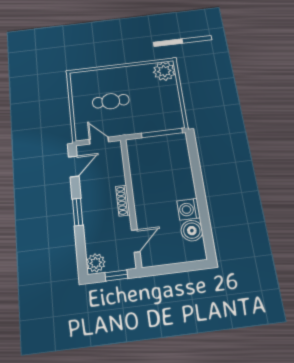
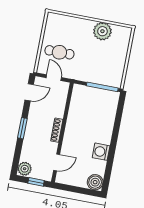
plant: (164, 71) -> (102, 31), moved
cafe table: (111, 101) -> (59, 52), moved
boiler: (192, 231) -> (95, 182), moved

